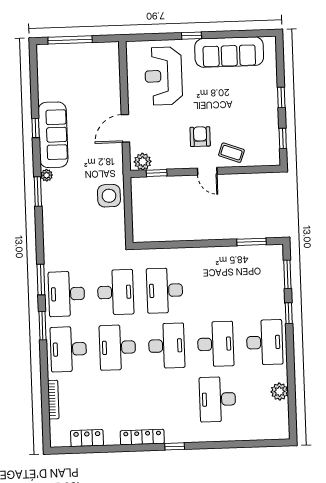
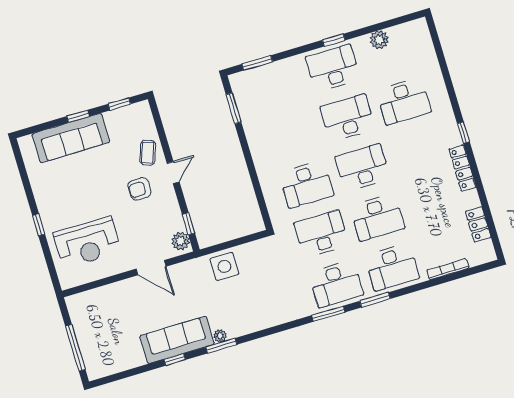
sofa: (229, 52) -> (71, 138), moved, turned 90
window: (38, 191) -> (221, 346), moved
window: (289, 313) -> (334, 40), moved

